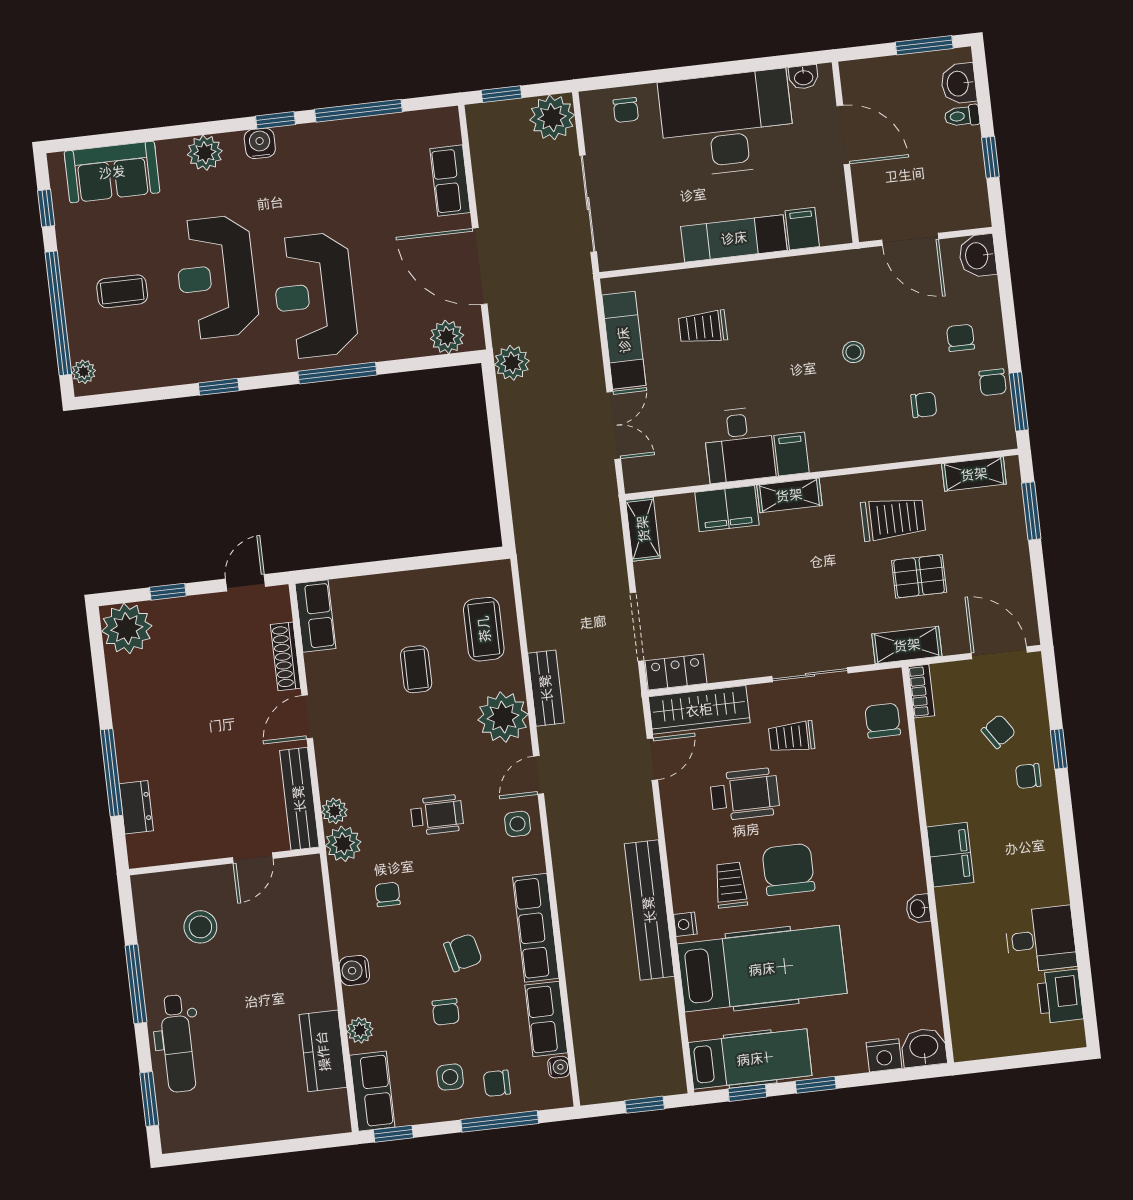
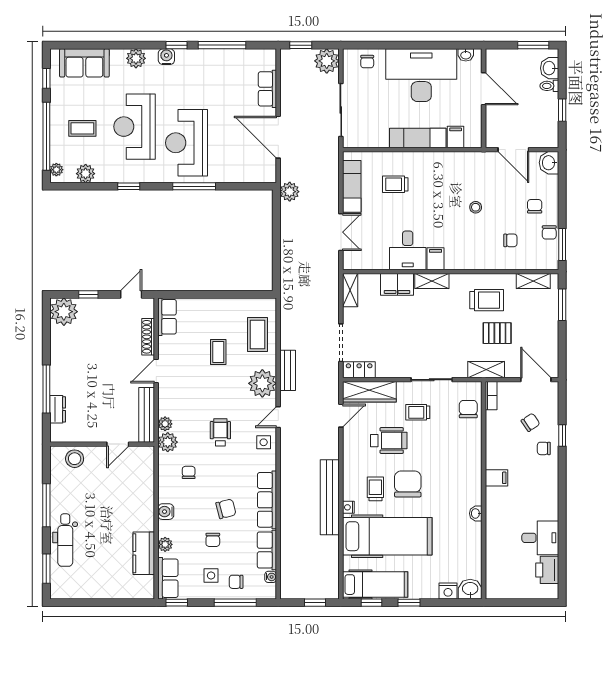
plant: (447, 337) -> (86, 174), moved
wheelchair: (437, 815) -> (220, 432), turned -90
filing cabinet: (950, 855) -> (497, 478), width x0.50
stool: (200, 927) -> (75, 459), moved

